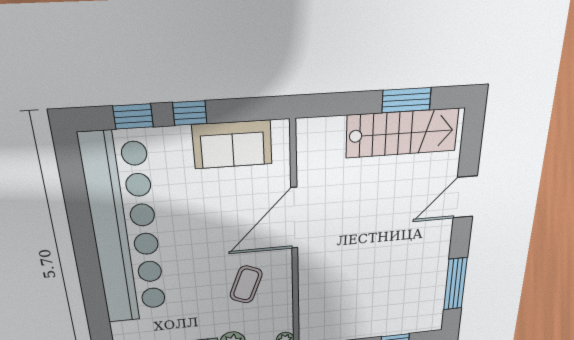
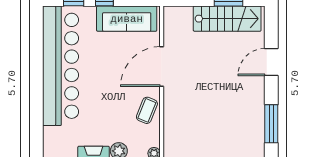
sofa: (232, 144) -> (127, 19), width x1.36
coffee table: (246, 284) -> (147, 110), moved

